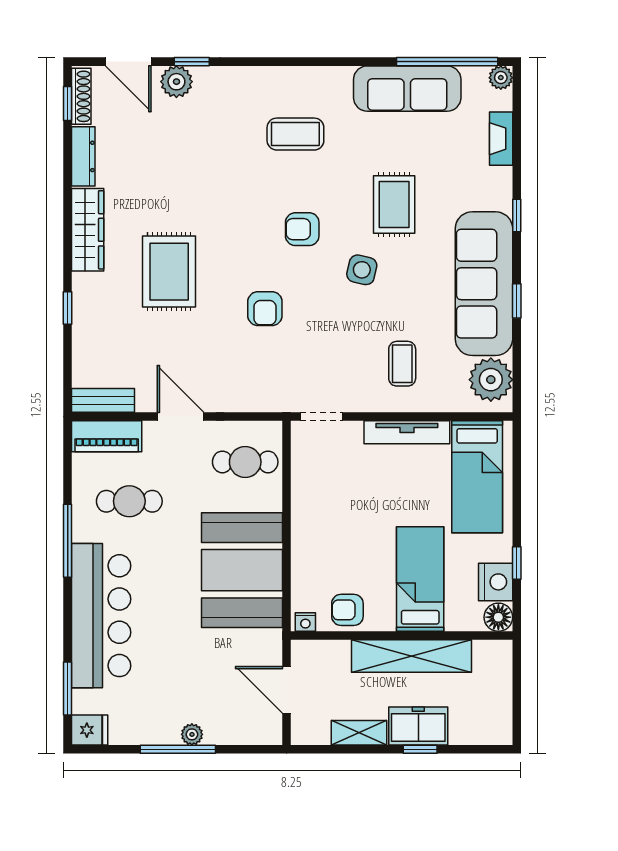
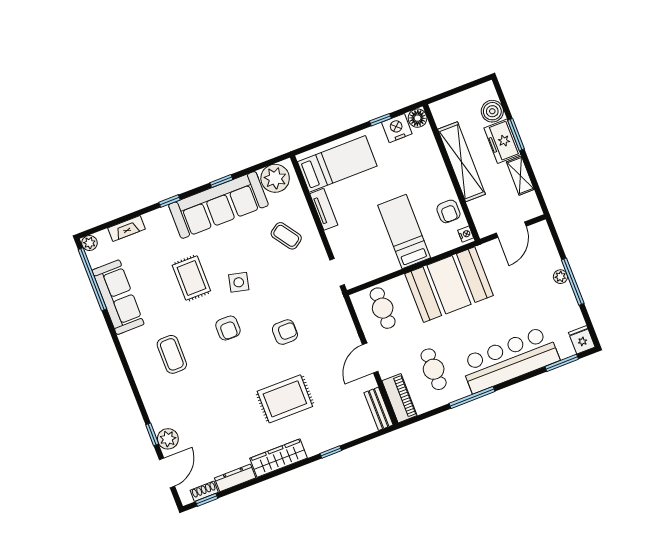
shoe rack: (81, 96) -> (204, 491), width x0.70
rug: (394, 204) -> (191, 278), turned 90
coffee table: (402, 364) -> (286, 236), turned 55
tv unit: (407, 432) -> (324, 209), width x0.71
bed: (420, 579) -> (404, 232), moved, turned 90
boiler: (467, 728) -> (492, 111), added
window: (420, 749) -> (516, 135), width x1.50

